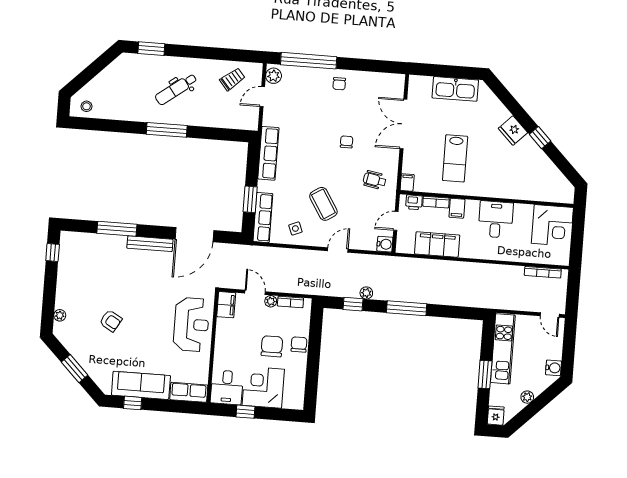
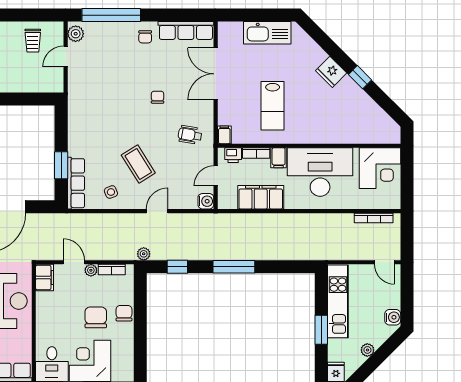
trolley: (232, 79) -> (33, 41), turned 130
row of seats: (268, 153) -> (186, 30), moved, turned 90
desk: (496, 219) -> (320, 172), width x1.87, depth x1.30
plant: (366, 293) -> (144, 254), moved

